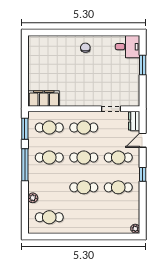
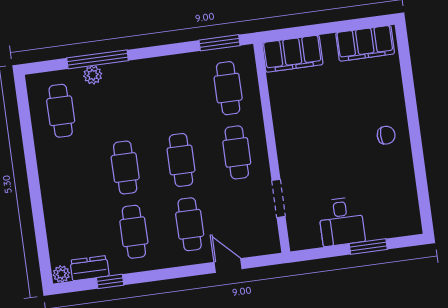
desk: (128, 47) -> (342, 221), moved
filing cabinet: (35, 52) -> (365, 43), added
filing cabinet: (44, 99) -> (293, 54), moved, turned 90
dresser: (134, 121) -> (90, 268), moved
cafe table: (49, 157) -> (172, 96), removed
window: (25, 165) -> (98, 59), moved
window: (143, 174) -> (110, 281), moved

